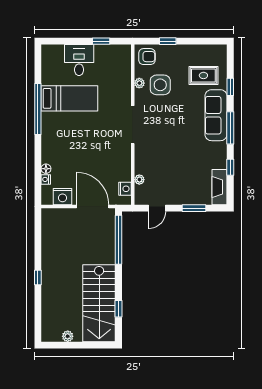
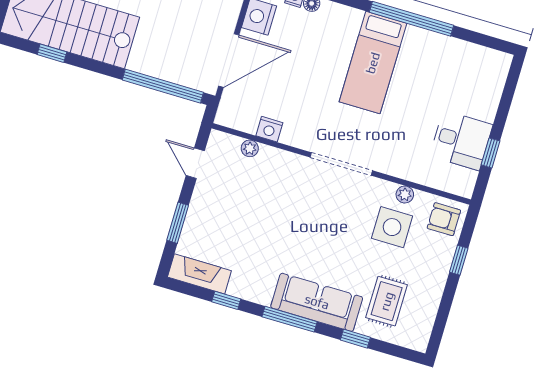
armchair: (147, 57) -> (444, 219), turned 90
desk: (79, 60) -> (461, 140), moved
bed: (69, 98) -> (373, 63), moved
nightstand: (125, 189) -> (269, 129), moved

